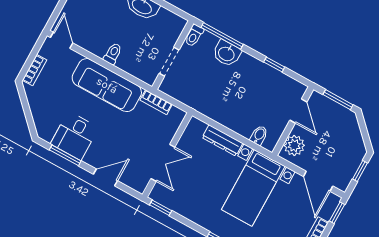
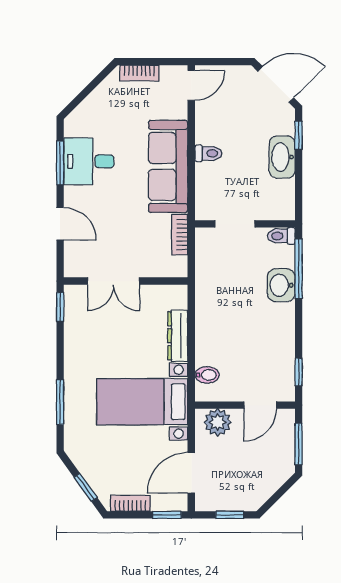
window: (274, 65) -> (299, 372), moved

